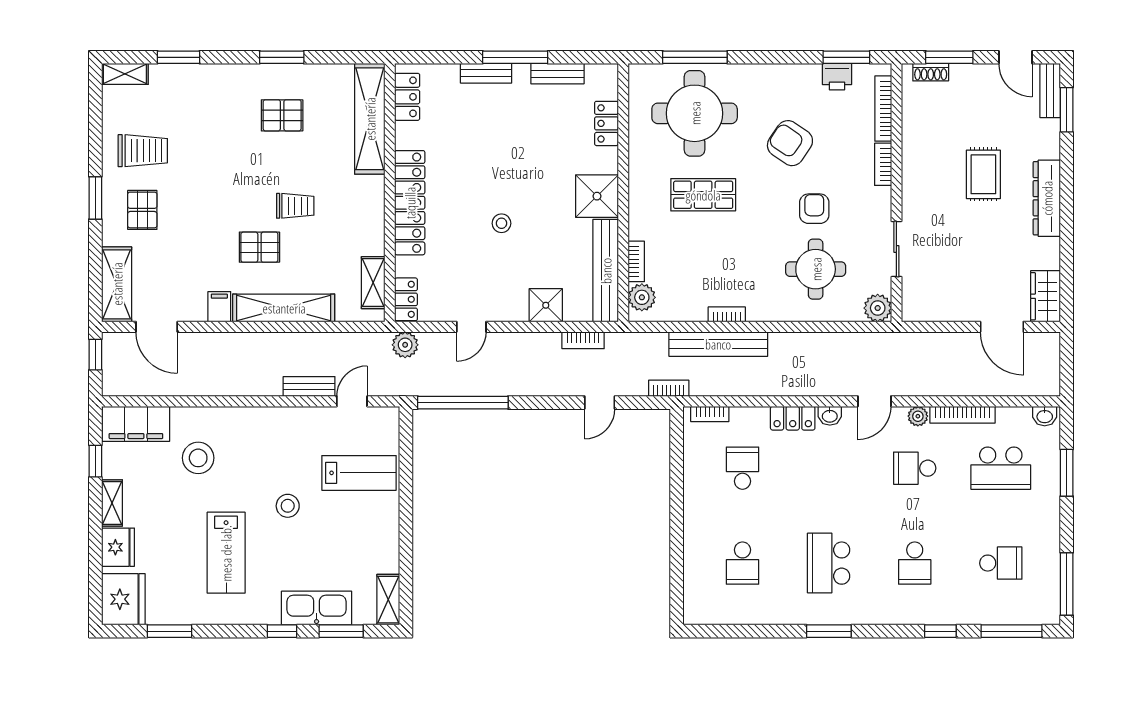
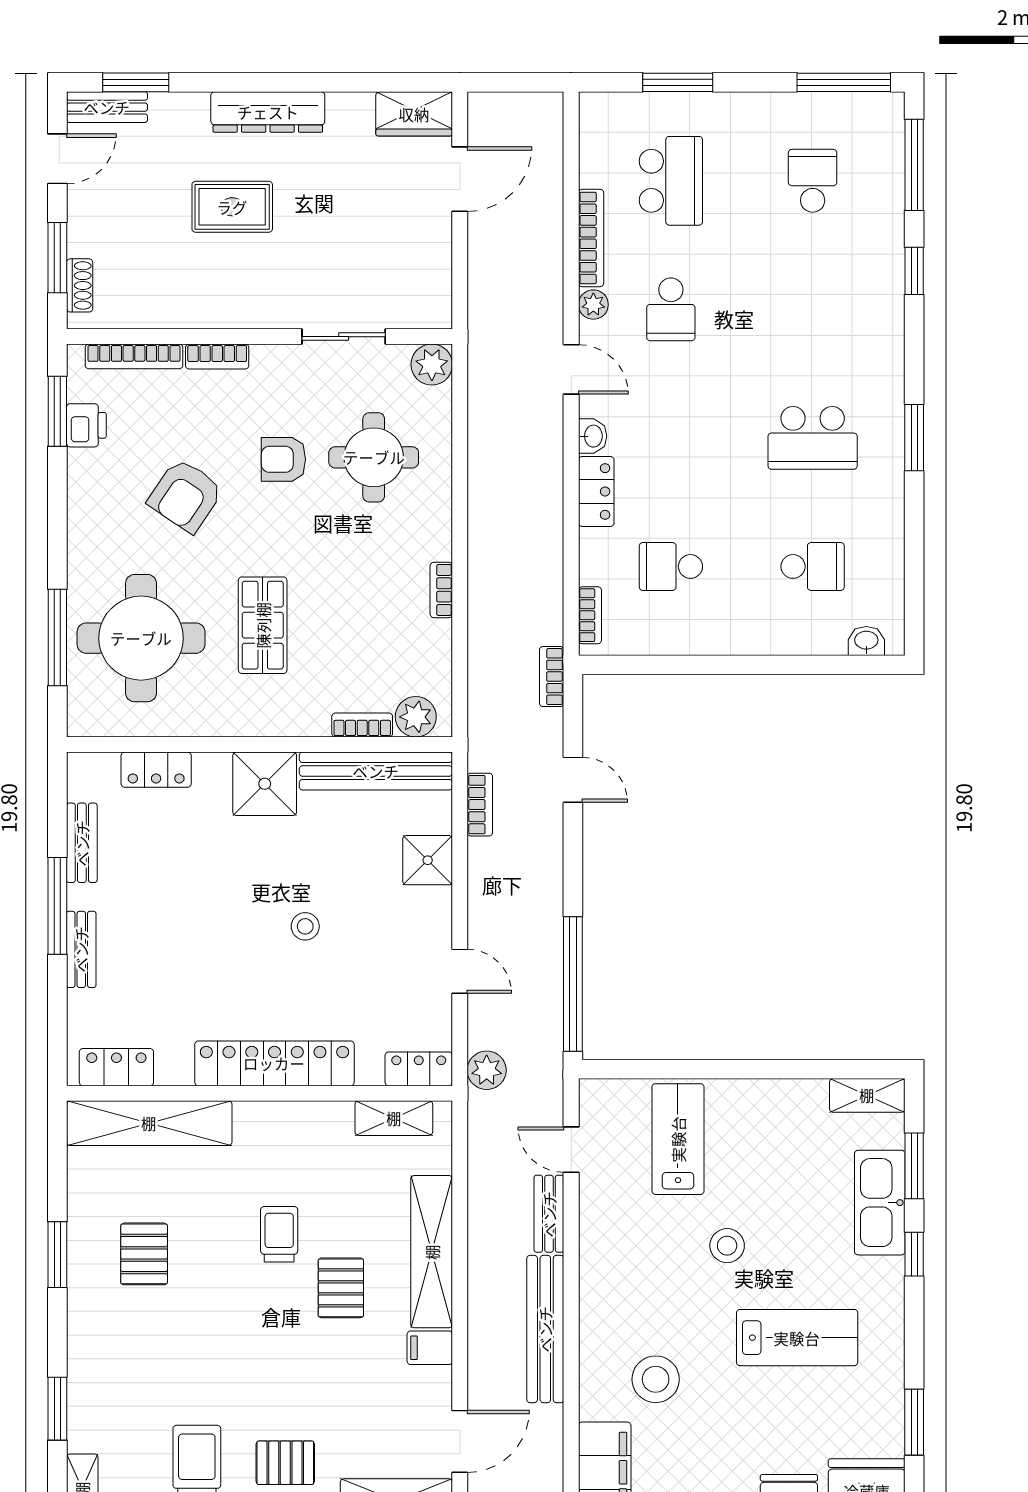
bench: (718, 344) -> (545, 1329), moved
washbasin: (1045, 416) -> (866, 641), moved, turned -90
school desk: (915, 563) -> (813, 309), removed

